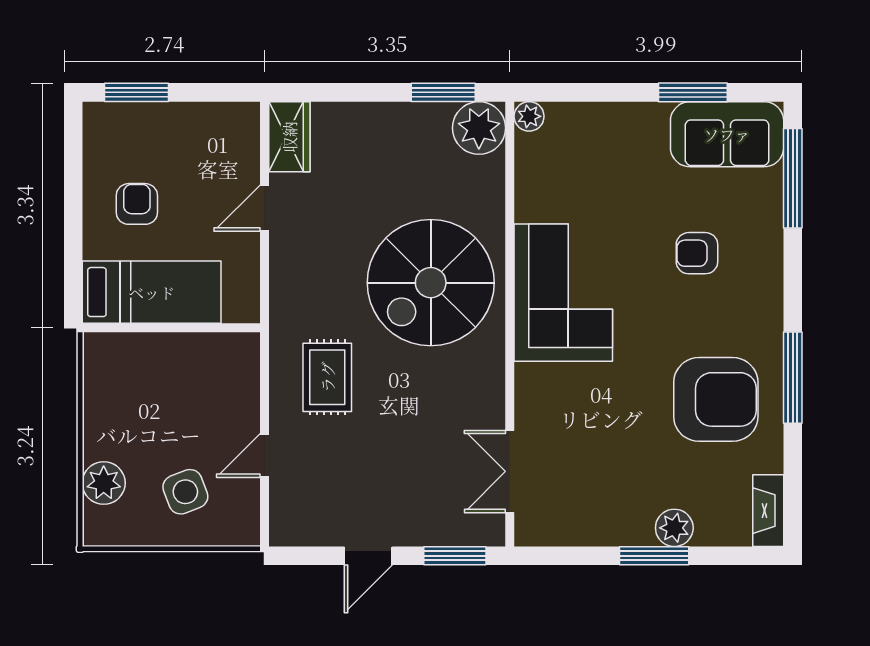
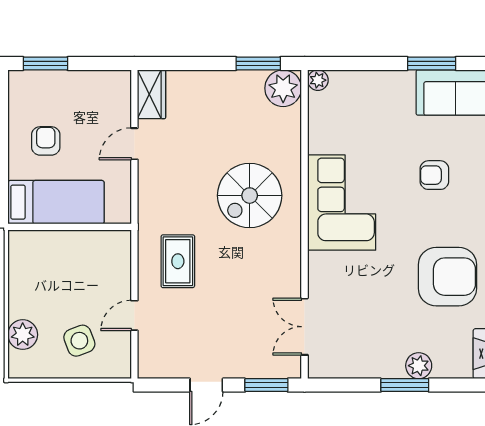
spiral stairs: (431, 283) -> (250, 196), width x0.73, depth x0.73

